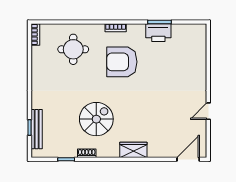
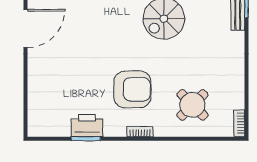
round table: (73, 49) -> (192, 105), turned 45
door: (208, 111) -> (25, 28), width x1.88

